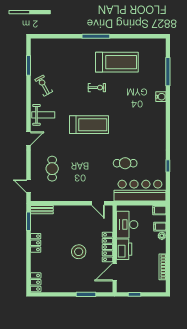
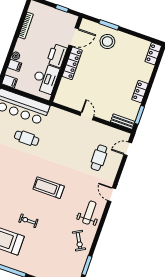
weight bench: (43, 115) -> (89, 213), turned 90
treadmill: (89, 125) -> (49, 188), width x0.73, depth x0.73
door: (28, 139) -> (112, 195), hinge flipped
door: (28, 186) -> (128, 149), swing flipped
door: (98, 203) -> (87, 116), moved
stool: (79, 252) -> (107, 41), moved

